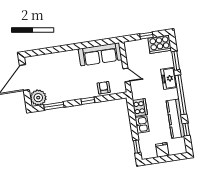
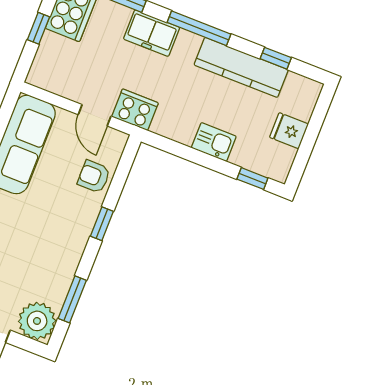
door: (126, 75) -> (95, 115), swing flipped
window: (181, 95) -> (199, 28), width x0.68
cooker: (140, 107) -> (135, 110), moved

